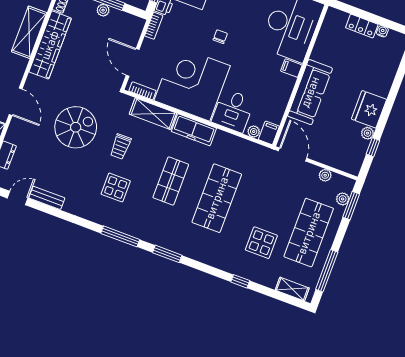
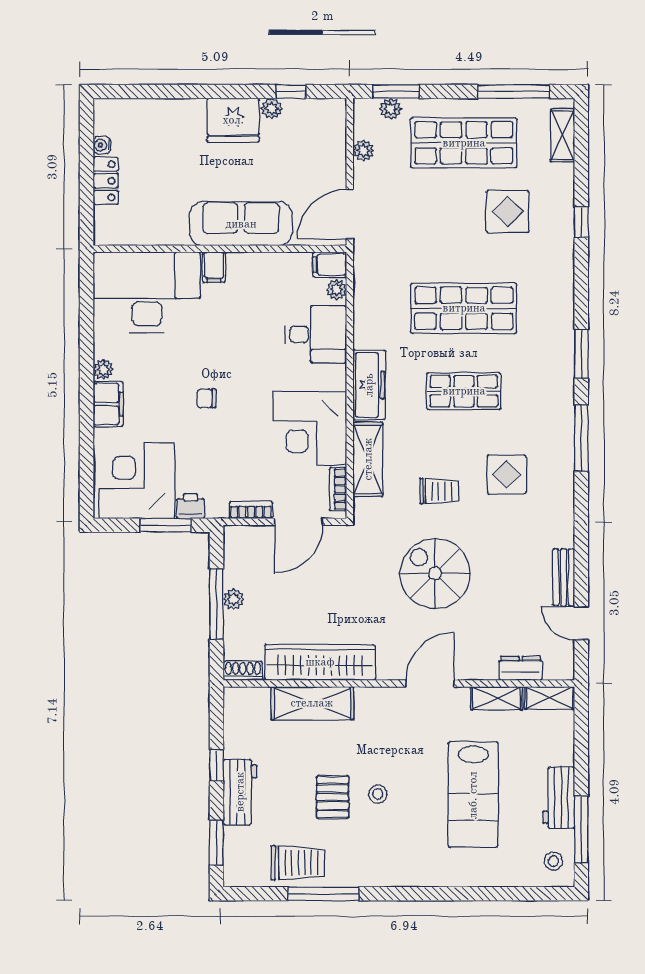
bookcase: (154, 26) -> (251, 510), moved
corner desk: (192, 83) -> (310, 429), width x0.74, depth x0.74

